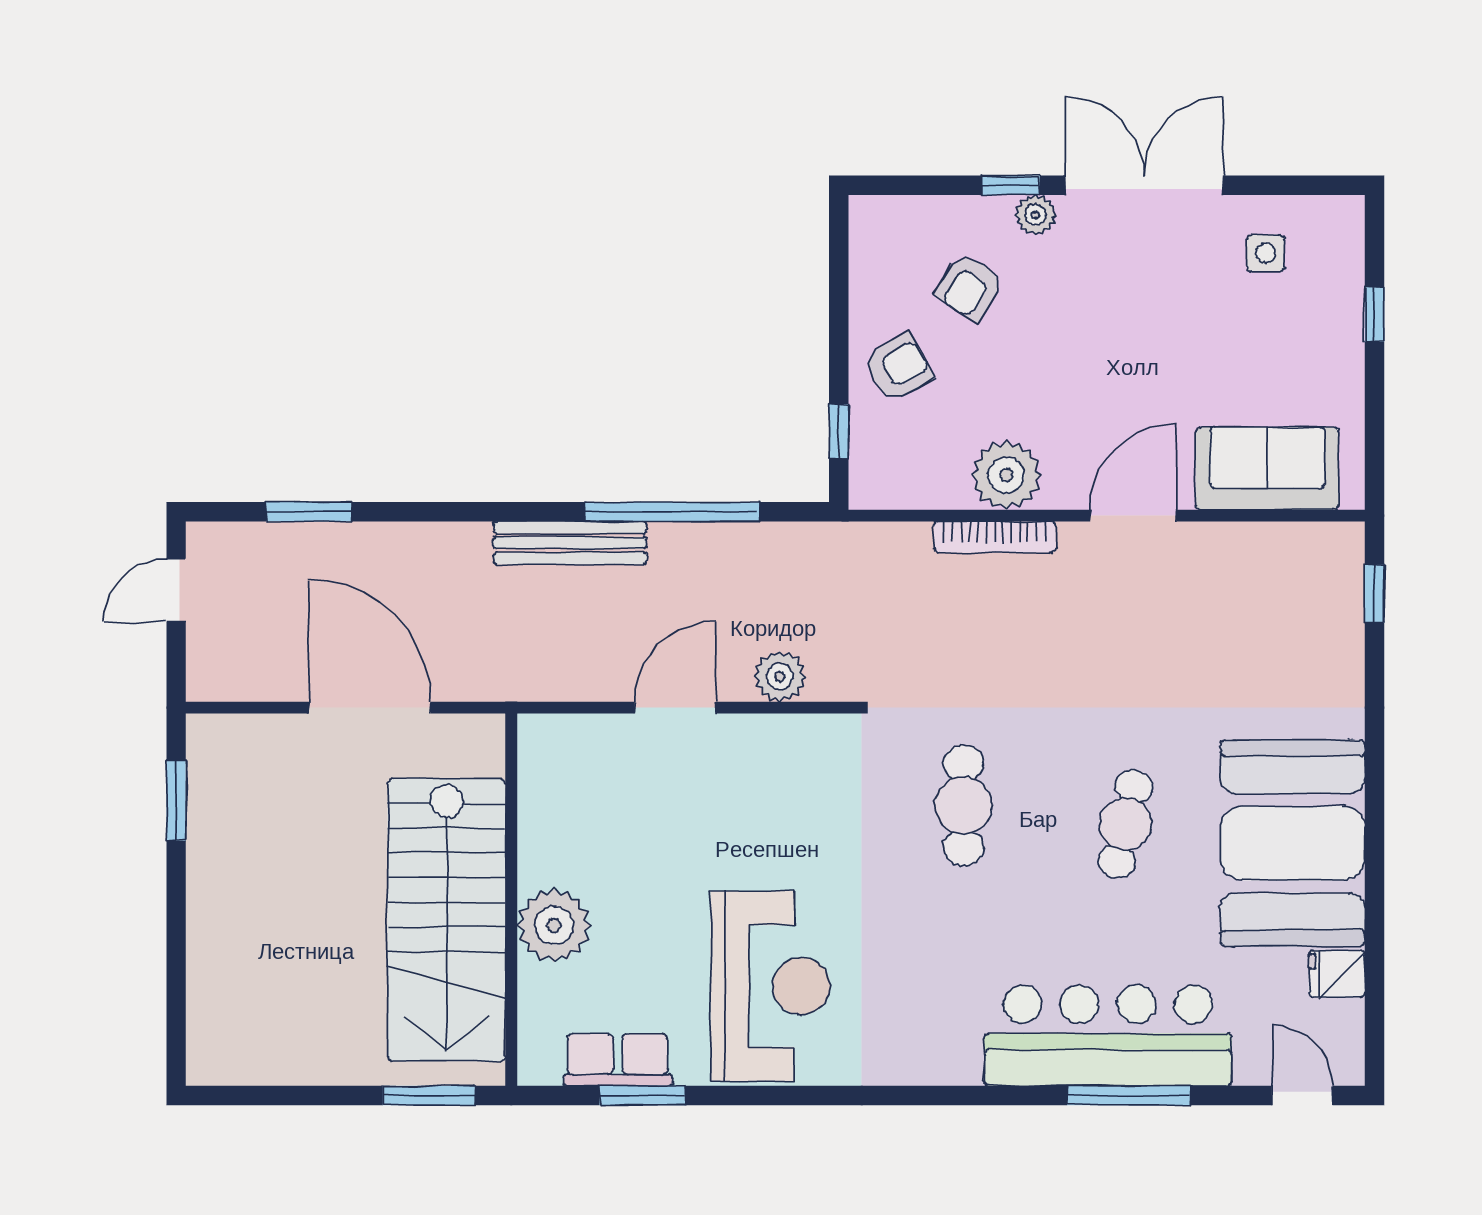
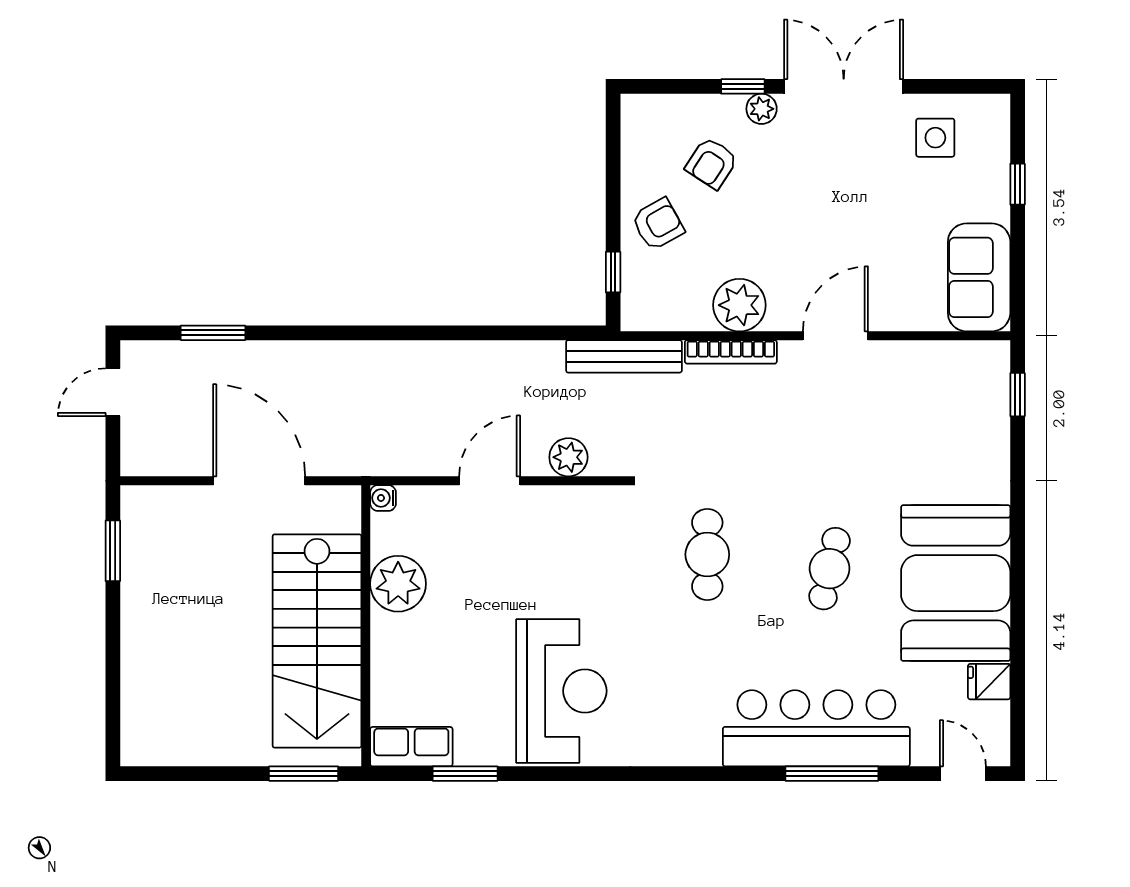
side table: (1266, 253) -> (935, 138), width x1.37, depth x1.37
sofa: (1267, 468) -> (979, 277), moved, turned -90
window: (672, 512) -> (487, 333), removed
bench: (570, 543) -> (624, 356), moved
water cooler: (534, 730) -> (383, 498), added
plant: (554, 926) -> (398, 584), moved
row of seats: (618, 1060) -> (411, 747), moved

